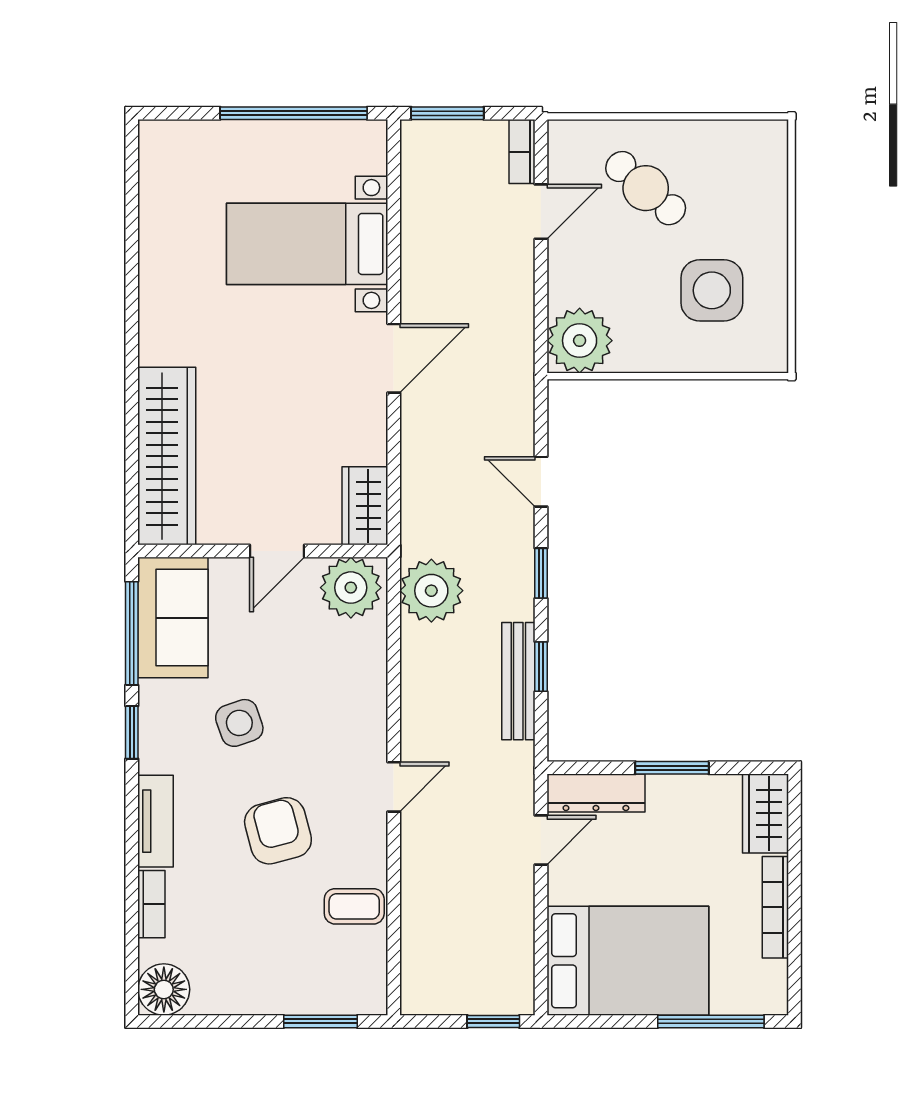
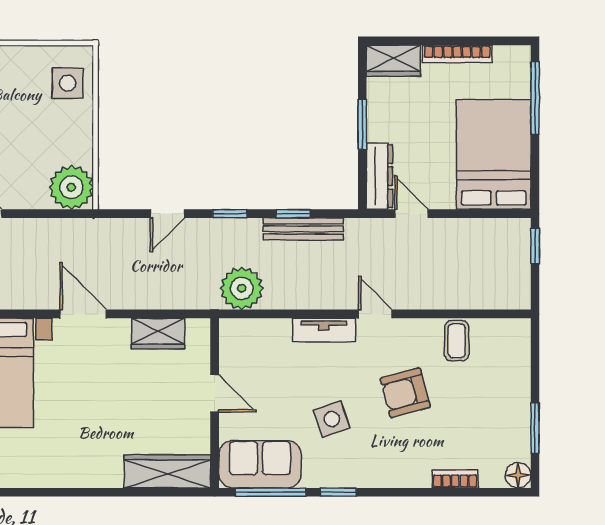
side table: (712, 290) -> (68, 83), moved, width x0.73, depth x0.73
wardrobe: (167, 456) -> (167, 471), width x0.71, depth x0.85
wardrobe: (365, 506) -> (158, 334), moved
plant: (351, 588) -> (240, 343), removed
tv unit: (156, 821) -> (324, 330), moved, turned 180
floor lamp: (164, 989) -> (518, 475), width x0.73, depth x0.73
window: (320, 1021) -> (535, 428), moved

